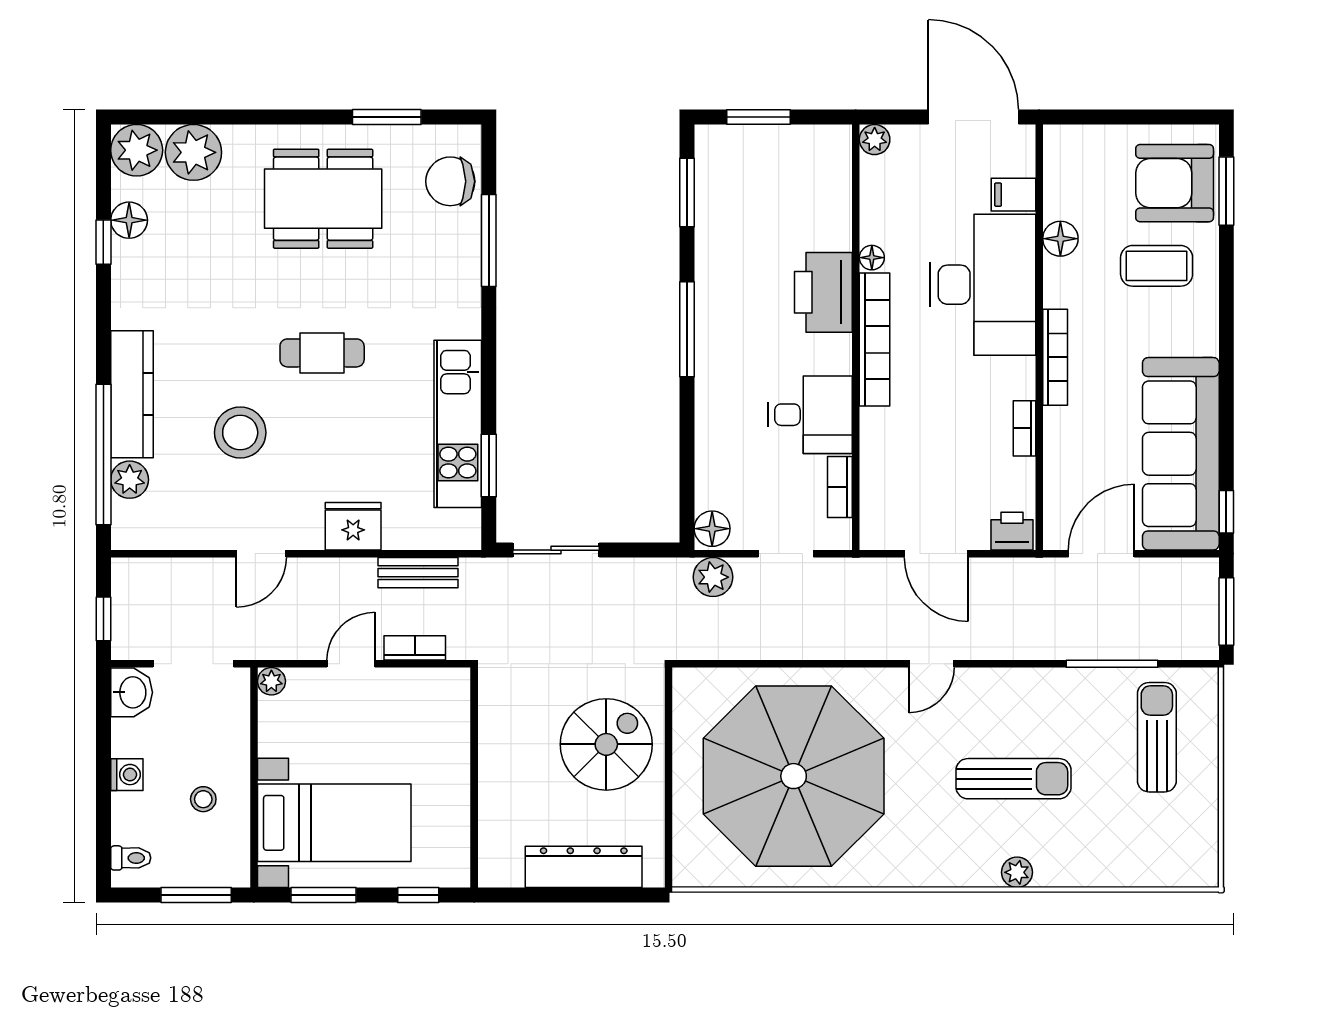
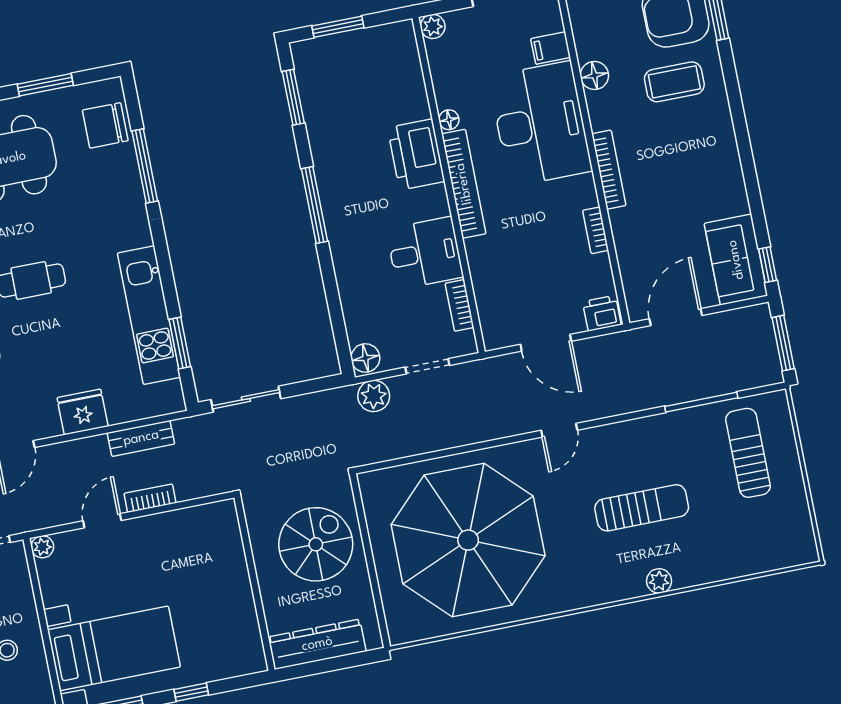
sofa: (1181, 454) -> (736, 260), width x0.54, depth x0.79
wall: (474, 778) -> (254, 584), moved

